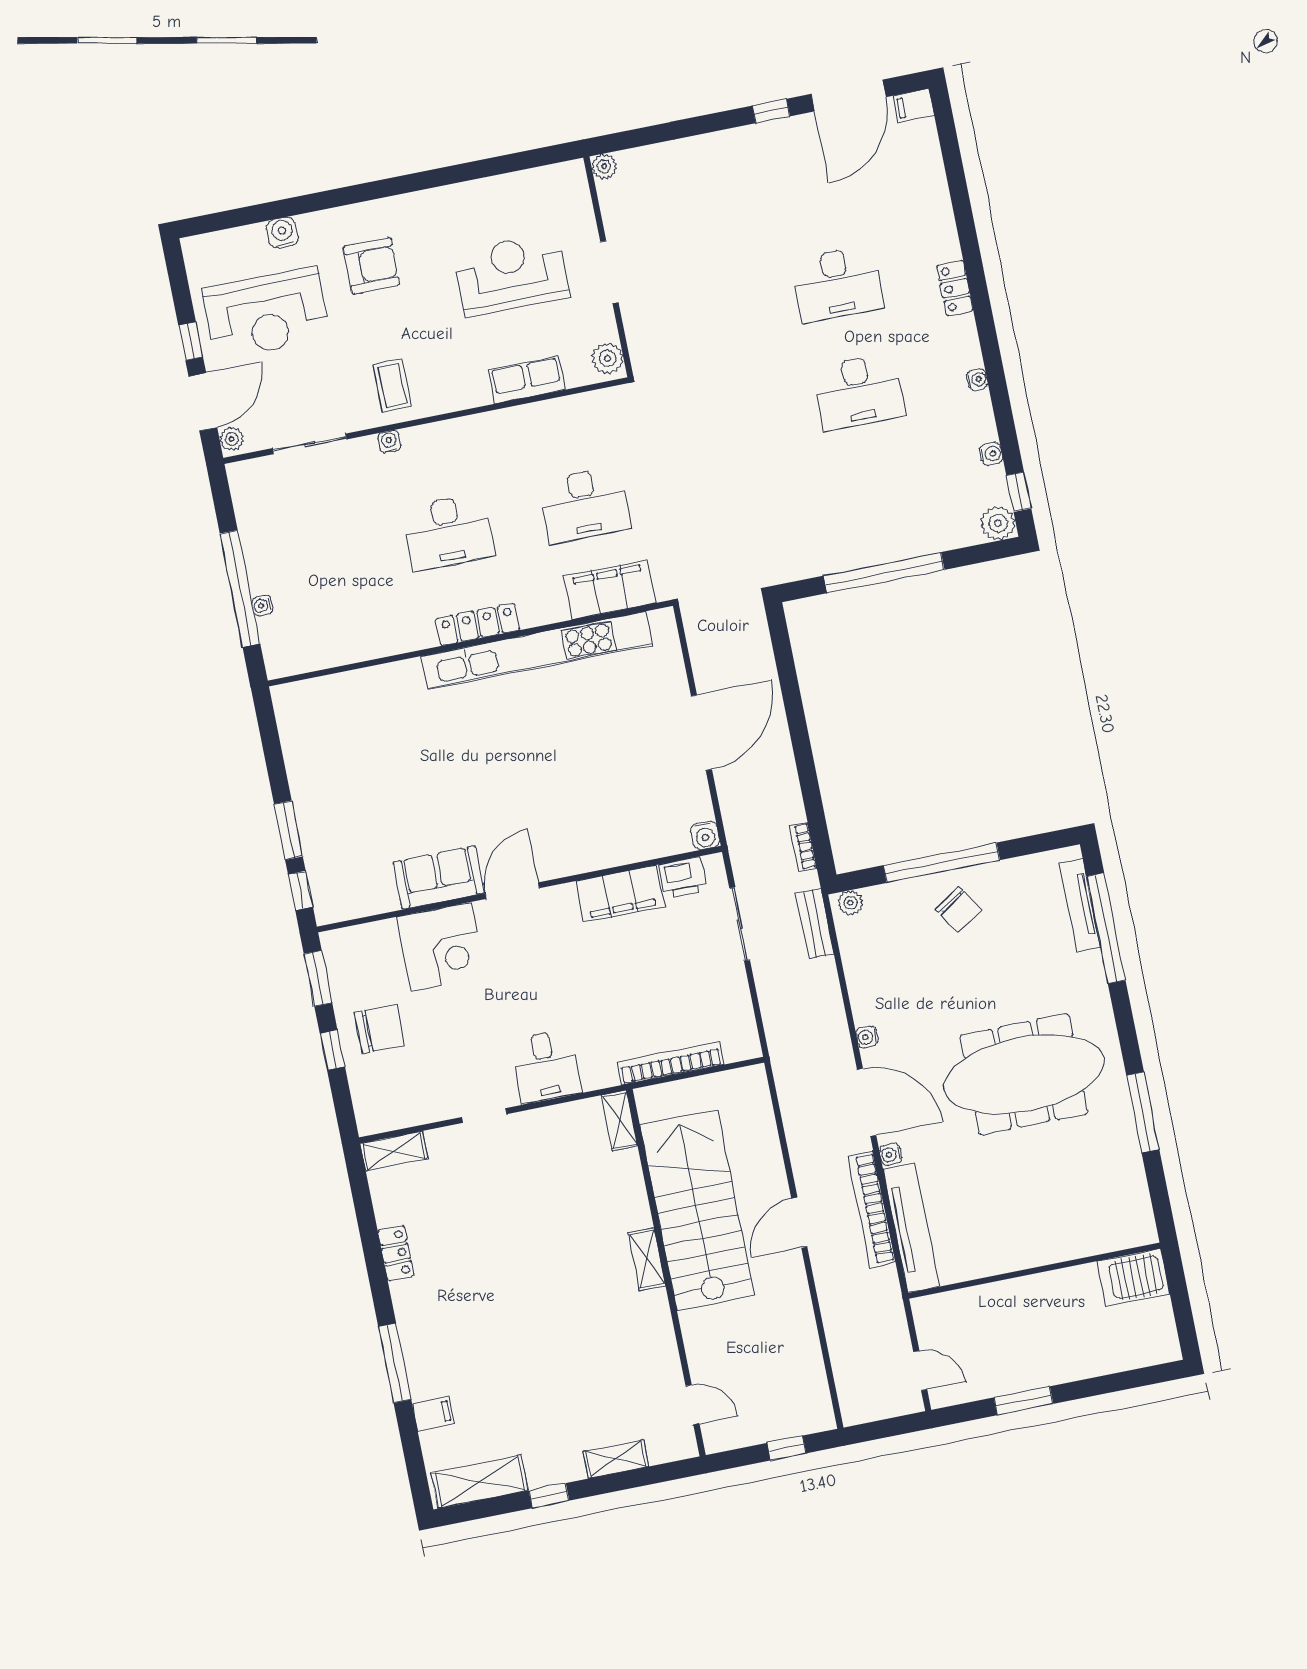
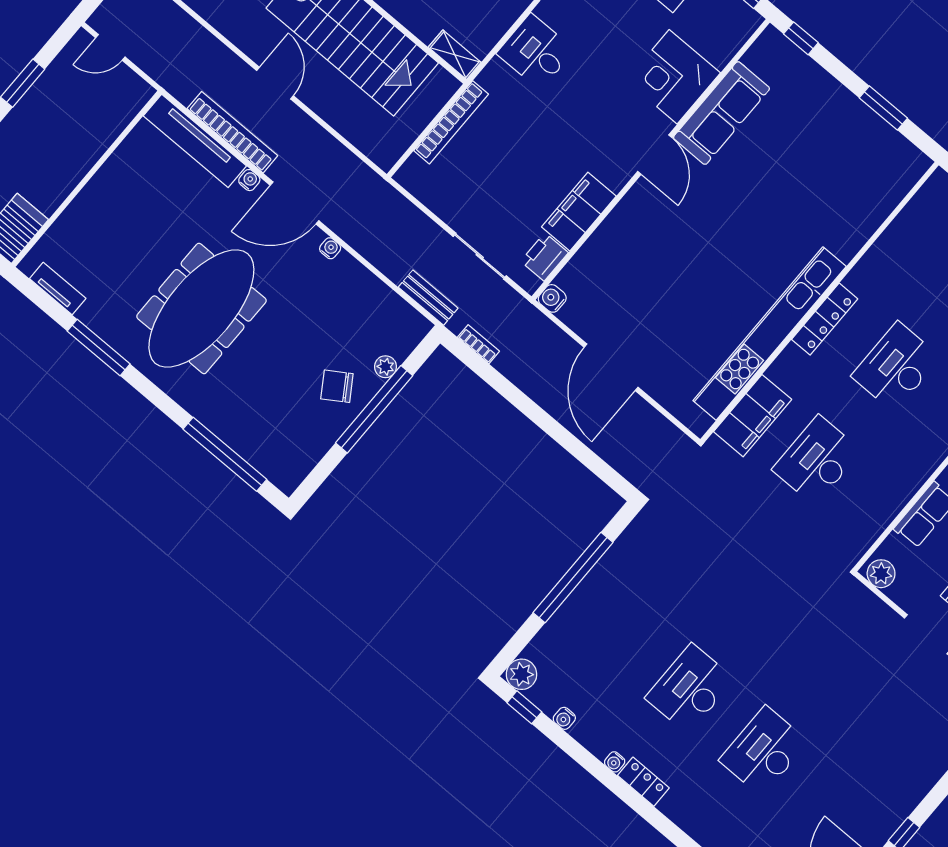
locker: (955, 288) -> (643, 782), moved
window: (288, 830) -> (883, 108), moved
sofa: (439, 877) -> (722, 113), width x1.36
plant: (850, 903) -> (385, 367), moved
tv unit: (1080, 905) -> (58, 289), moved, width x0.71

